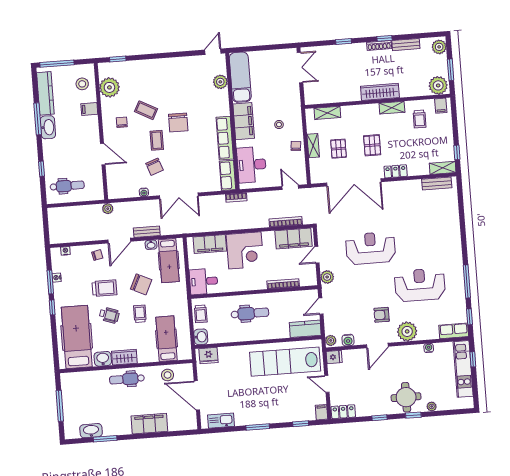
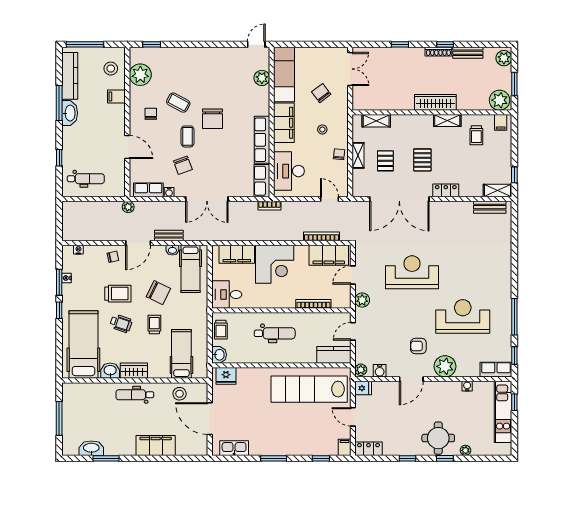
chair: (275, 92) -> (321, 93), added
row of seats: (125, 192) -> (148, 190), added

